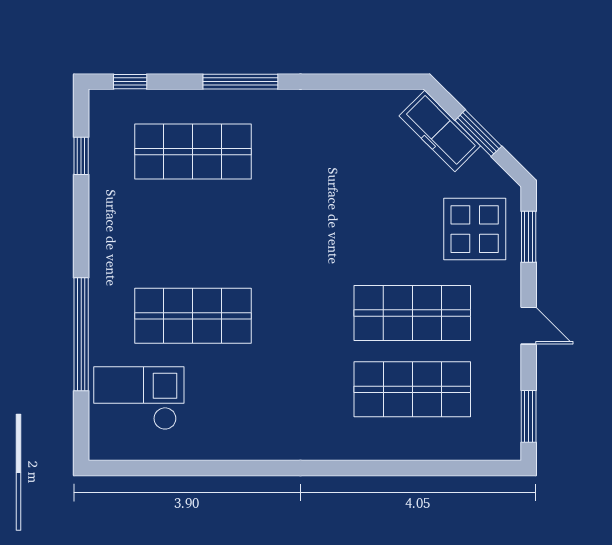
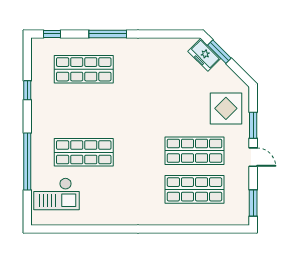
freezer: (440, 131) -> (204, 55), width x0.71
window: (478, 133) -> (219, 52), moved
window: (81, 156) -> (27, 90), moved
window: (529, 237) -> (253, 125), moved
checkout: (139, 398) -> (56, 194), turned 180

